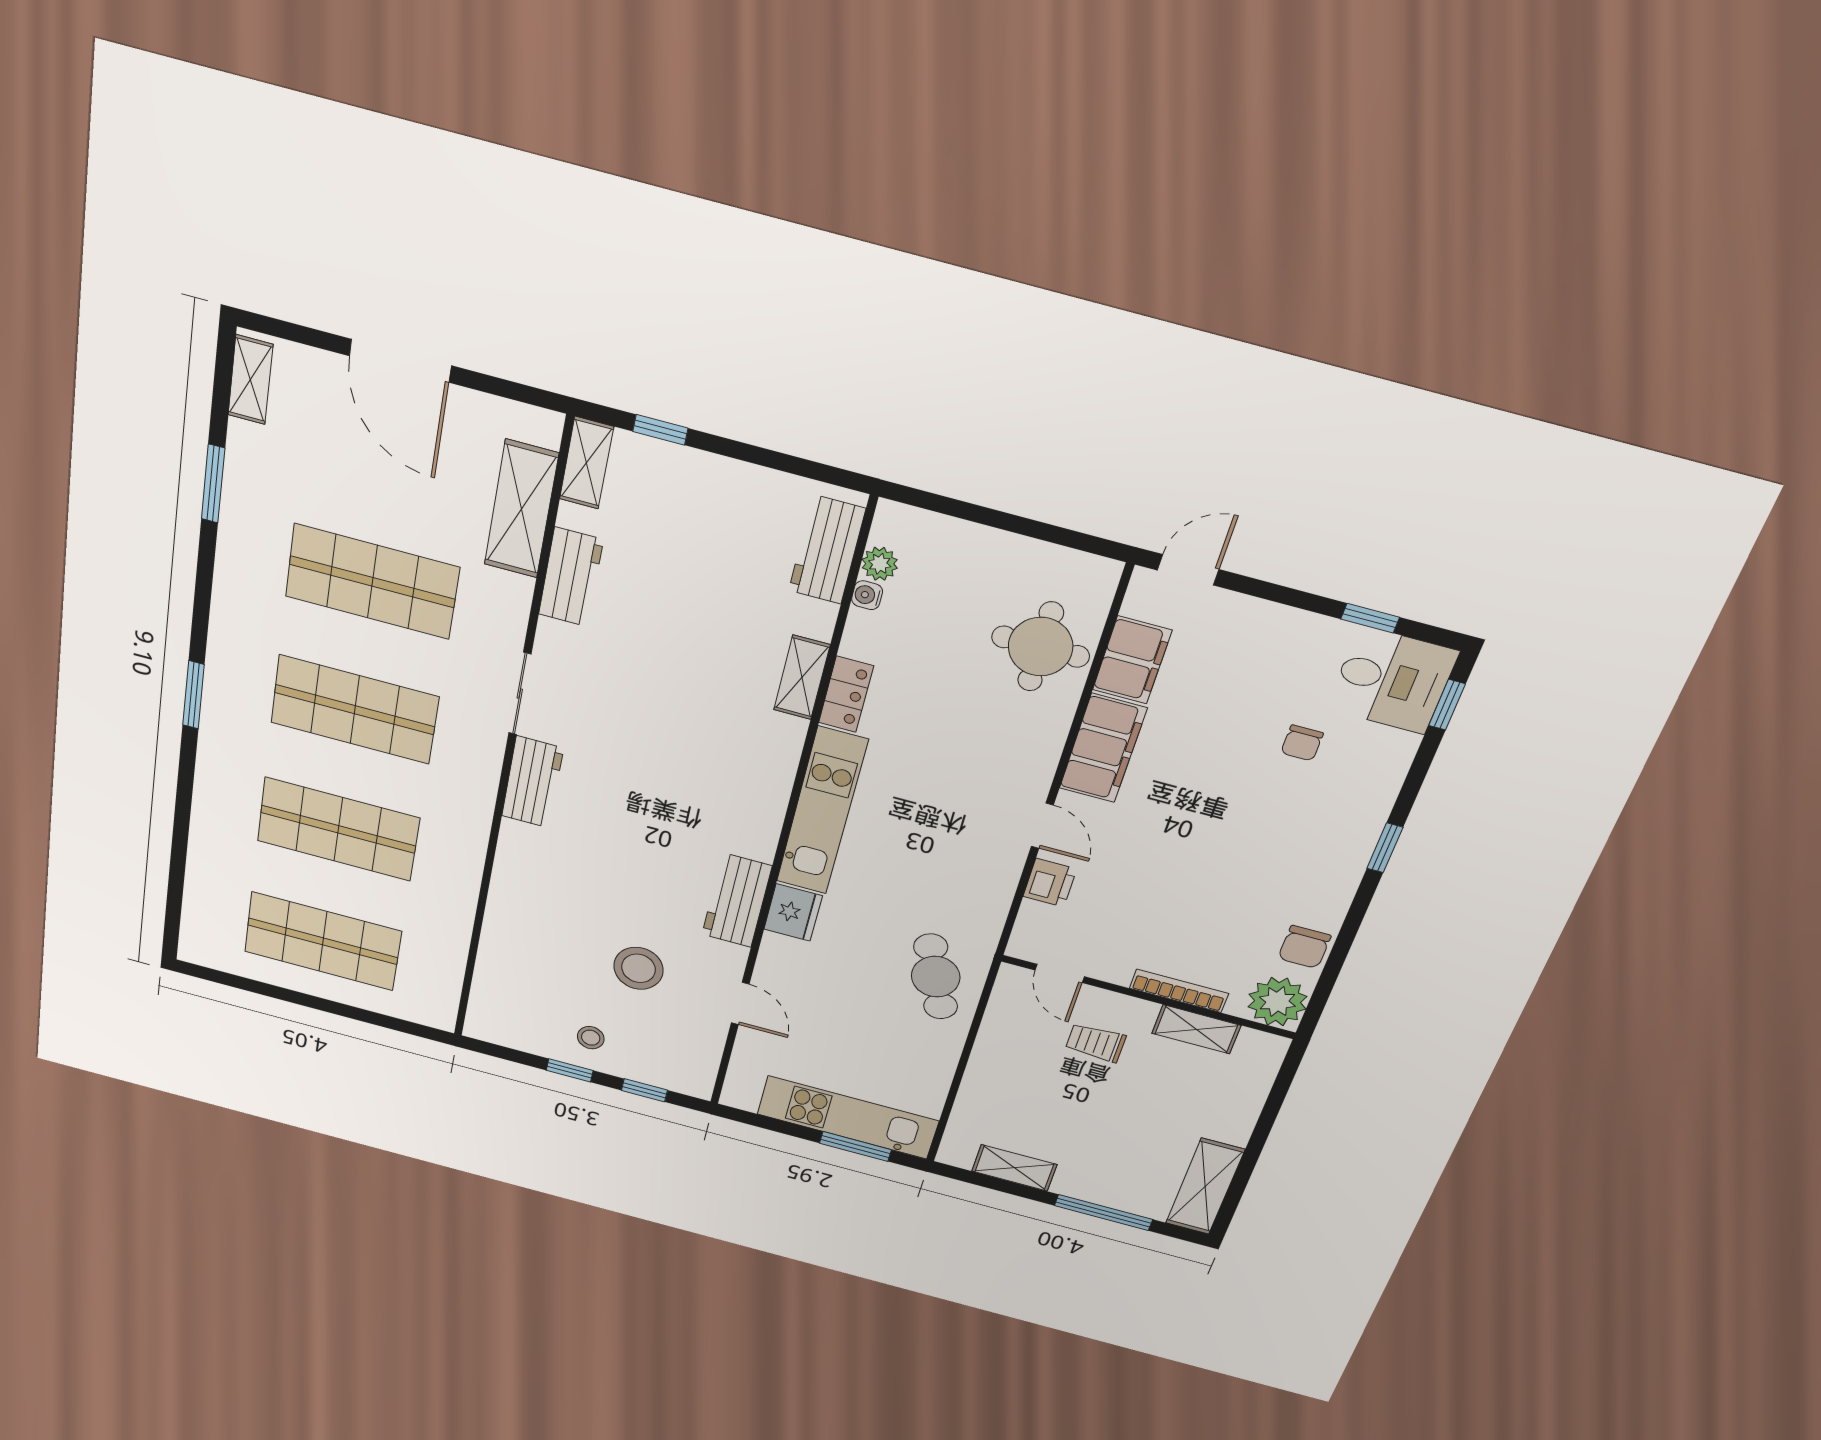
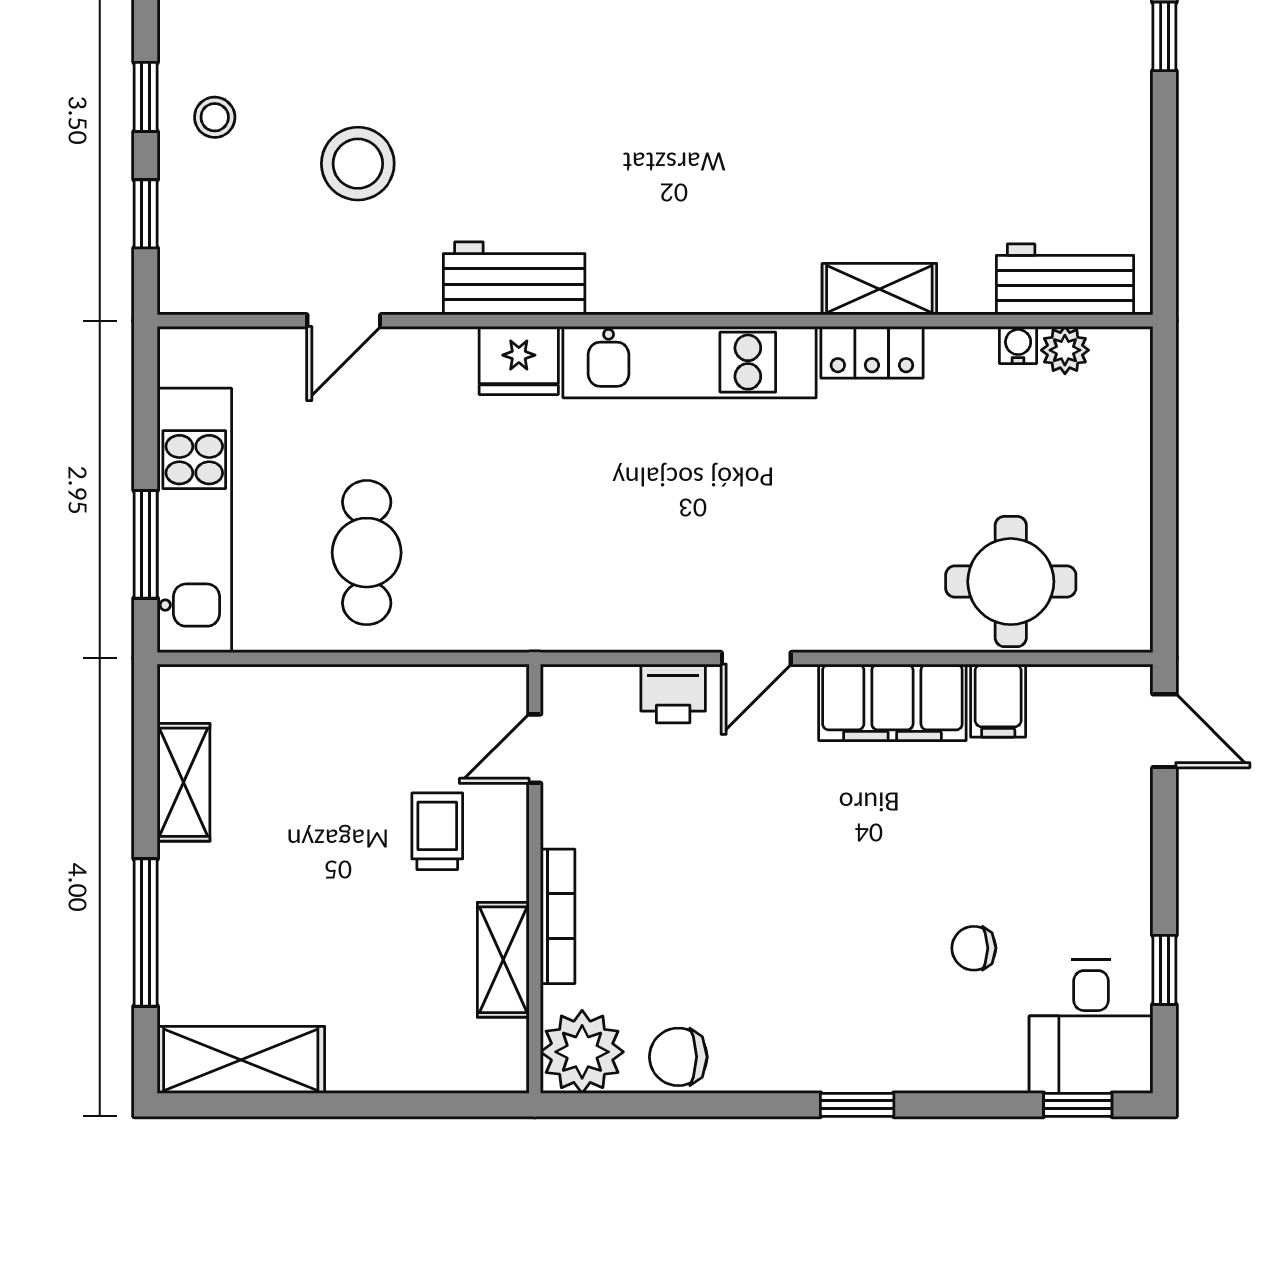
filing cabinet: (1132, 660) -> (998, 701), width x0.50
cafe table: (936, 977) -> (367, 553), moved, turned -67

